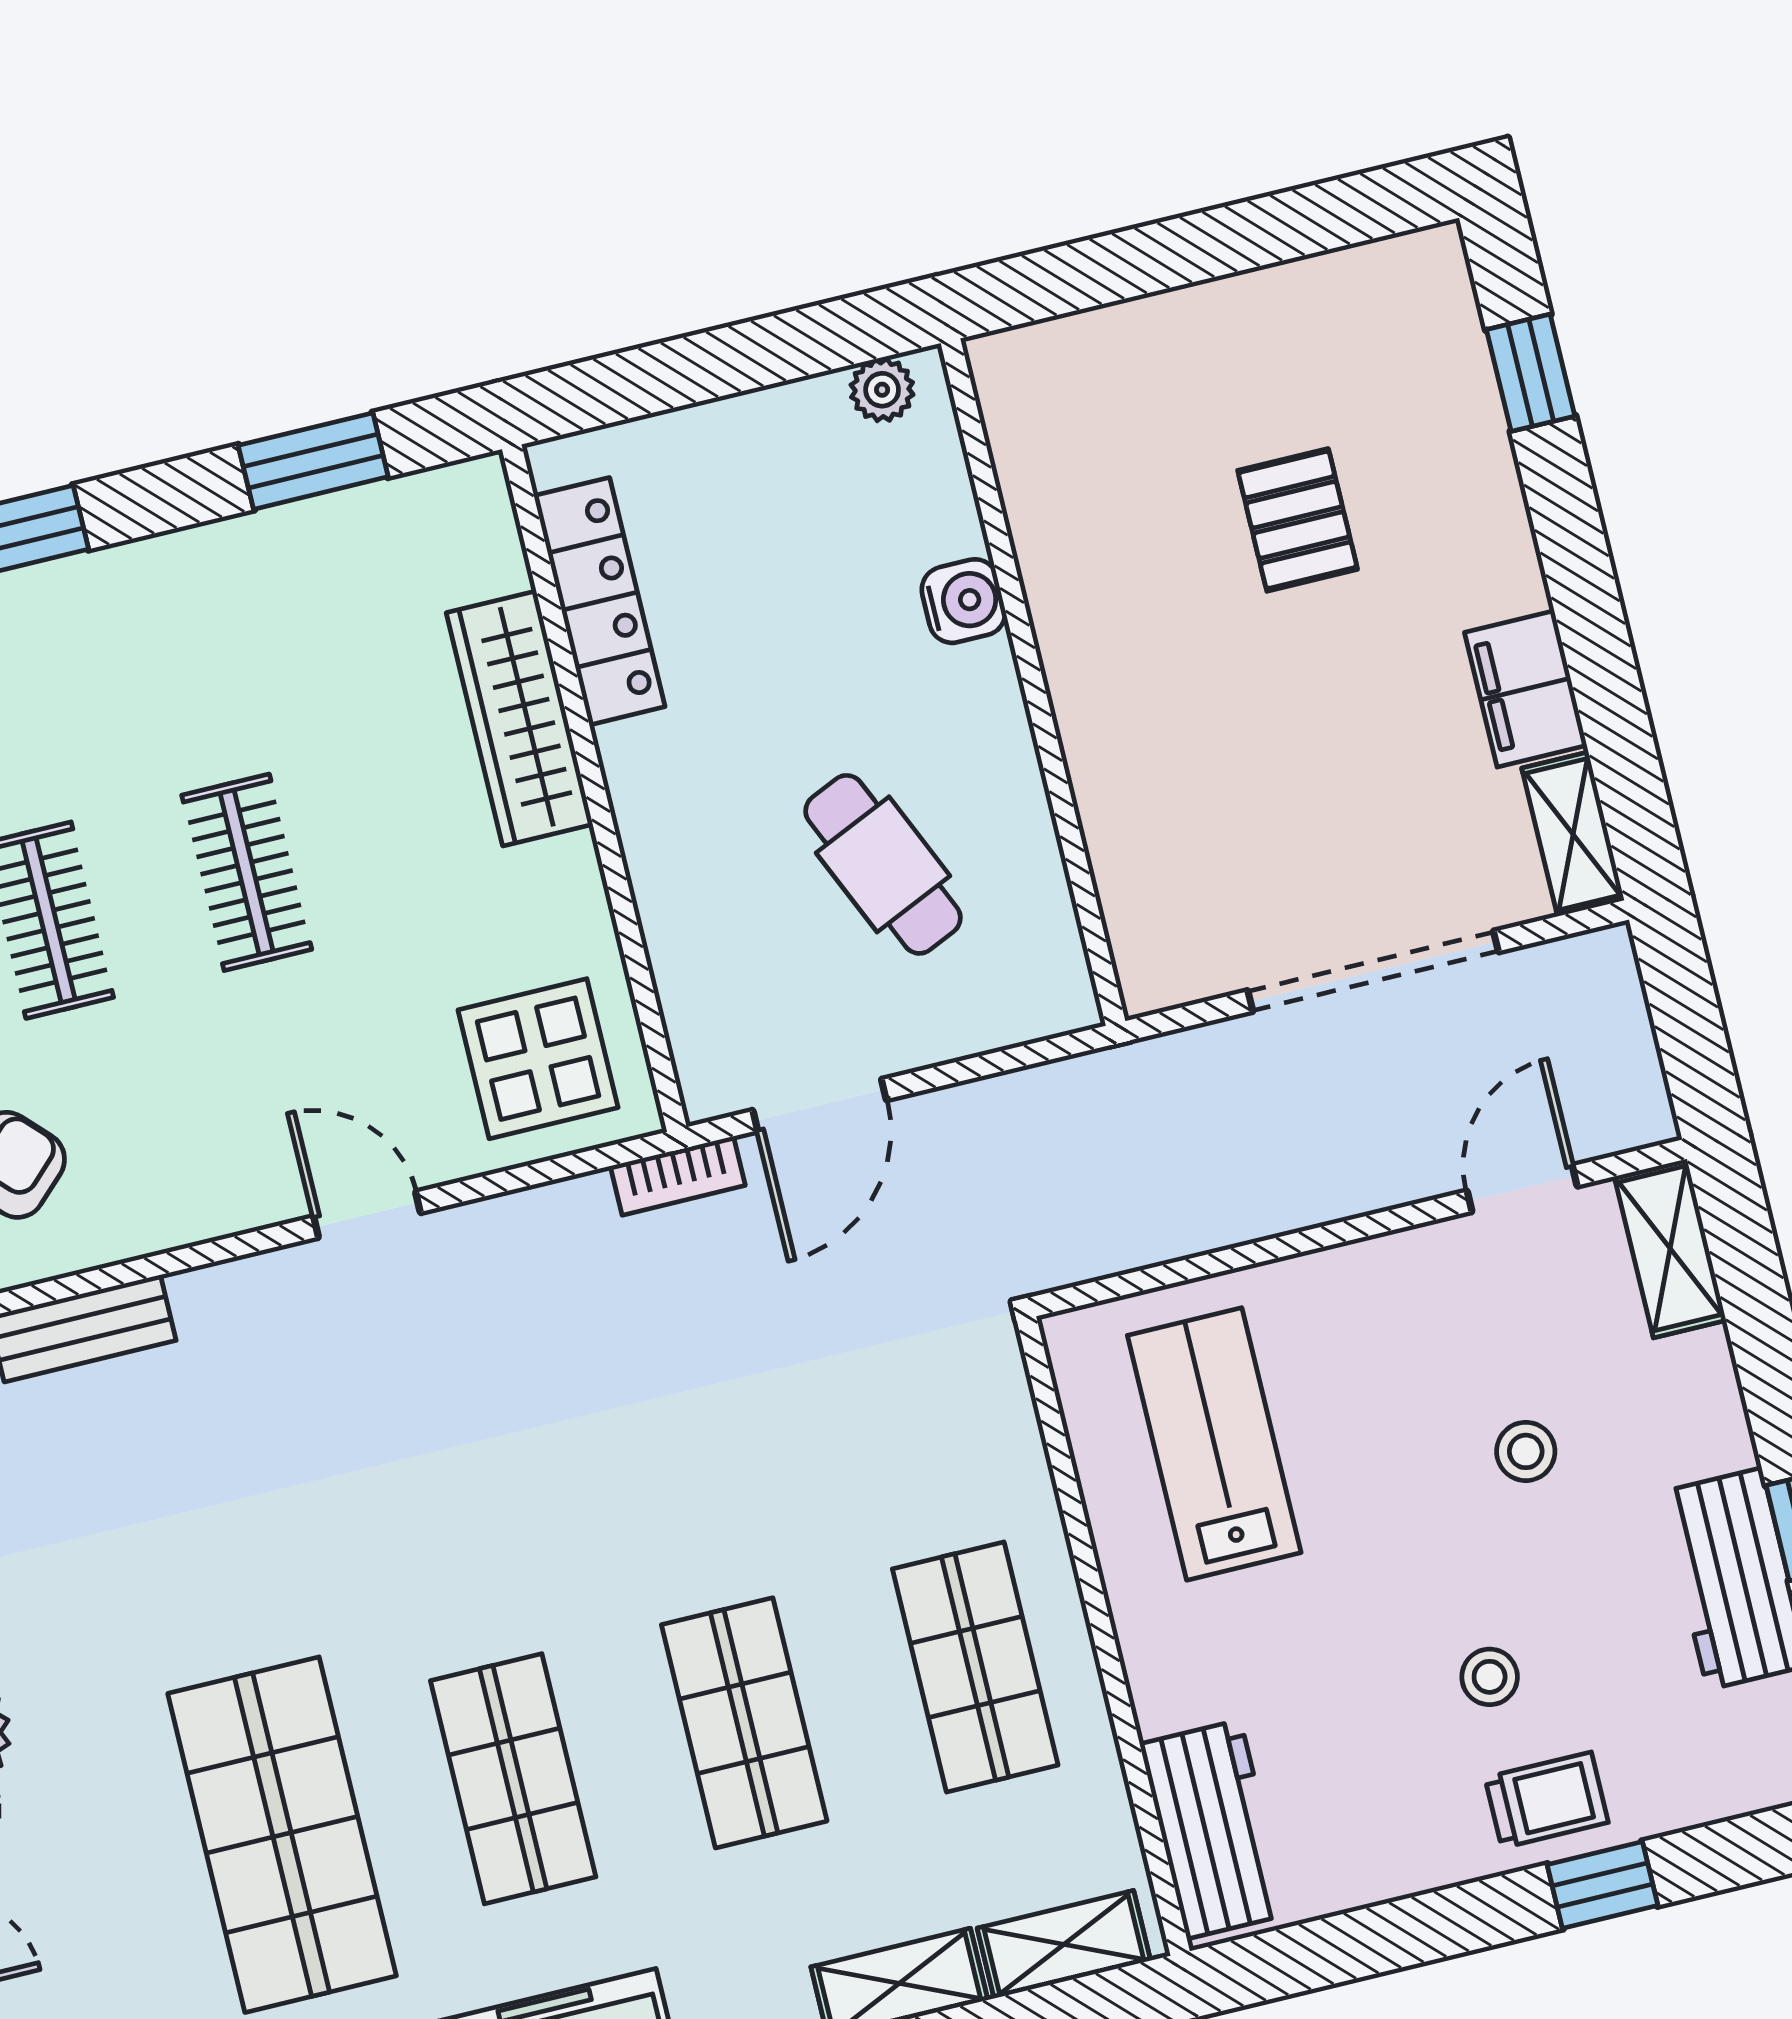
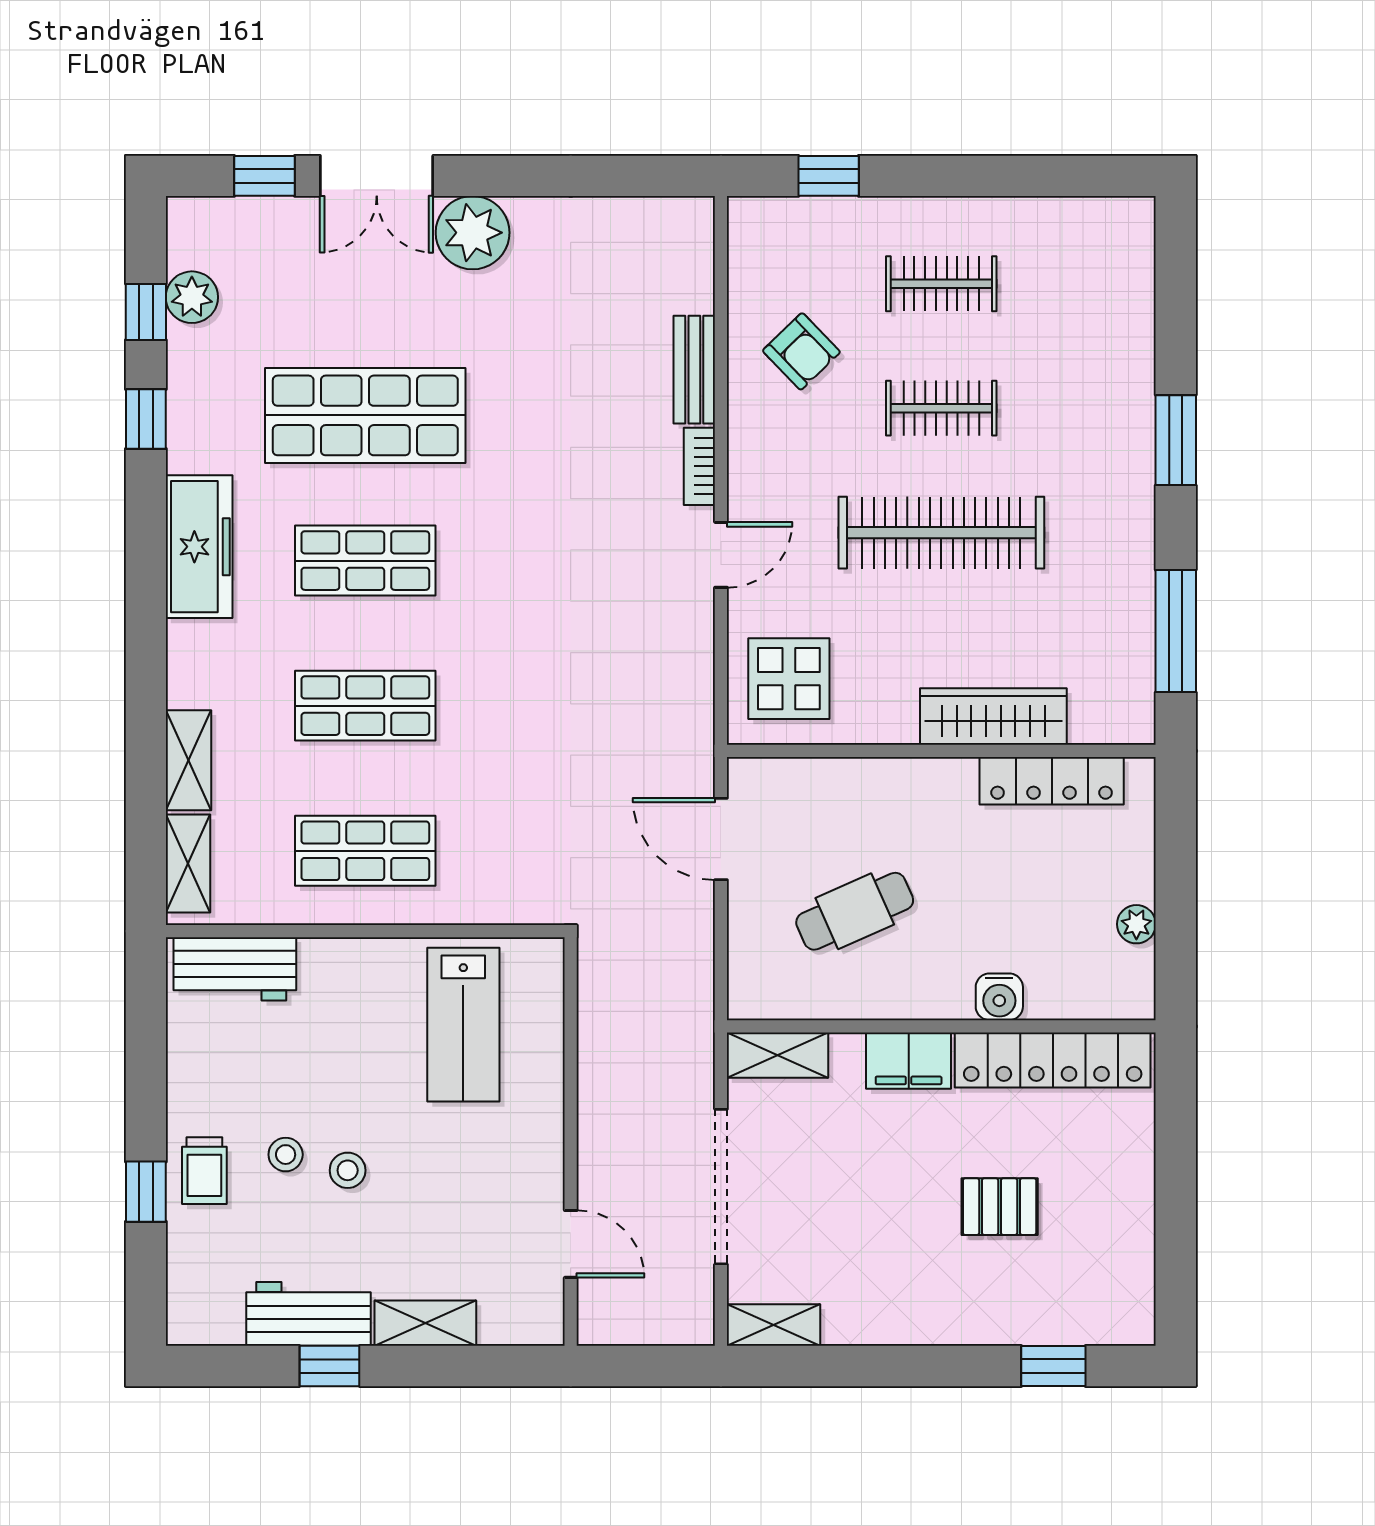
plant: (882, 390) -> (1136, 924), moved
window: (313, 461) -> (1176, 631), width x1.44
locker: (1044, 492) -> (1053, 1060), added
filing cabinet: (1526, 689) -> (909, 1061), moved, turned 180
clothes rail: (247, 872) -> (941, 533), width x1.86, depth x1.31
shelving: (1142, 932) -> (777, 1055), added
bookcase: (678, 1176) -> (699, 466), moved
shelving: (1670, 1248) -> (425, 1323), moved
lab bench: (1214, 1444) -> (463, 1025), turned 90
stool: (1526, 1451) -> (348, 1170), moved

